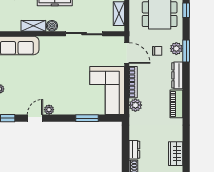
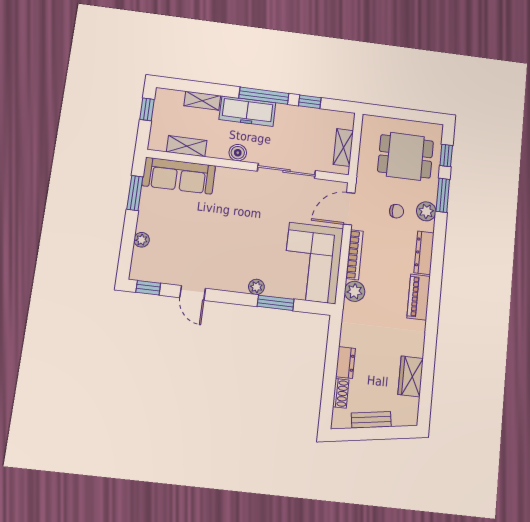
shelving: (33, 26) -> (187, 146), moved
window: (186, 51) -> (443, 195), moved
door: (127, 53) -> (349, 209), swing flipped
plant: (49, 110) -> (256, 287), moved
door: (35, 118) -> (193, 293), swing flipped

